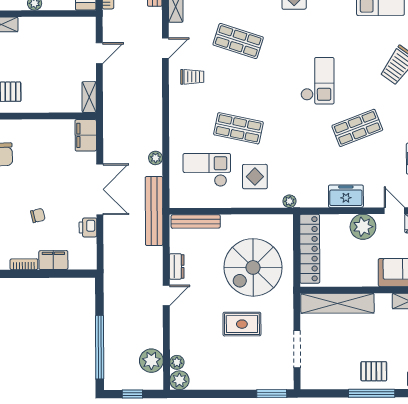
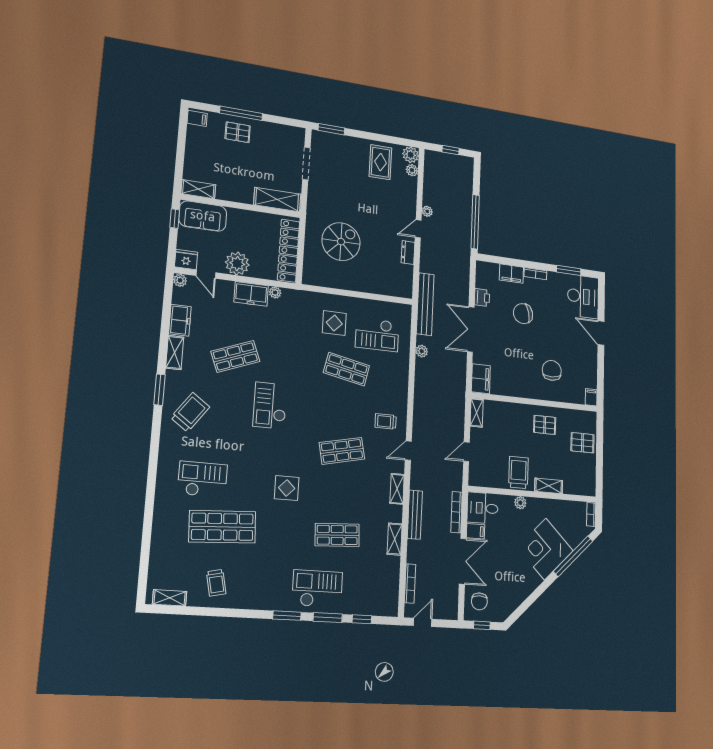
trolley: (38, 36) -> (518, 472), added
shop shelf: (238, 41) -> (342, 451), turned -30
plant: (289, 201) -> (275, 293), moved
chair: (38, 215) -> (523, 314), width x1.87, depth x1.87
bench: (196, 221) -> (389, 290), removed
spiral stairs: (253, 267) -> (341, 242), width x0.73, depth x0.73
shelving: (337, 303) -> (277, 200), width x0.68
rug: (242, 324) -> (380, 162), moved, turned 90
window: (100, 347) -> (475, 222), moved
plant: (151, 361) -> (427, 211), moved, width x0.53, depth x0.53

